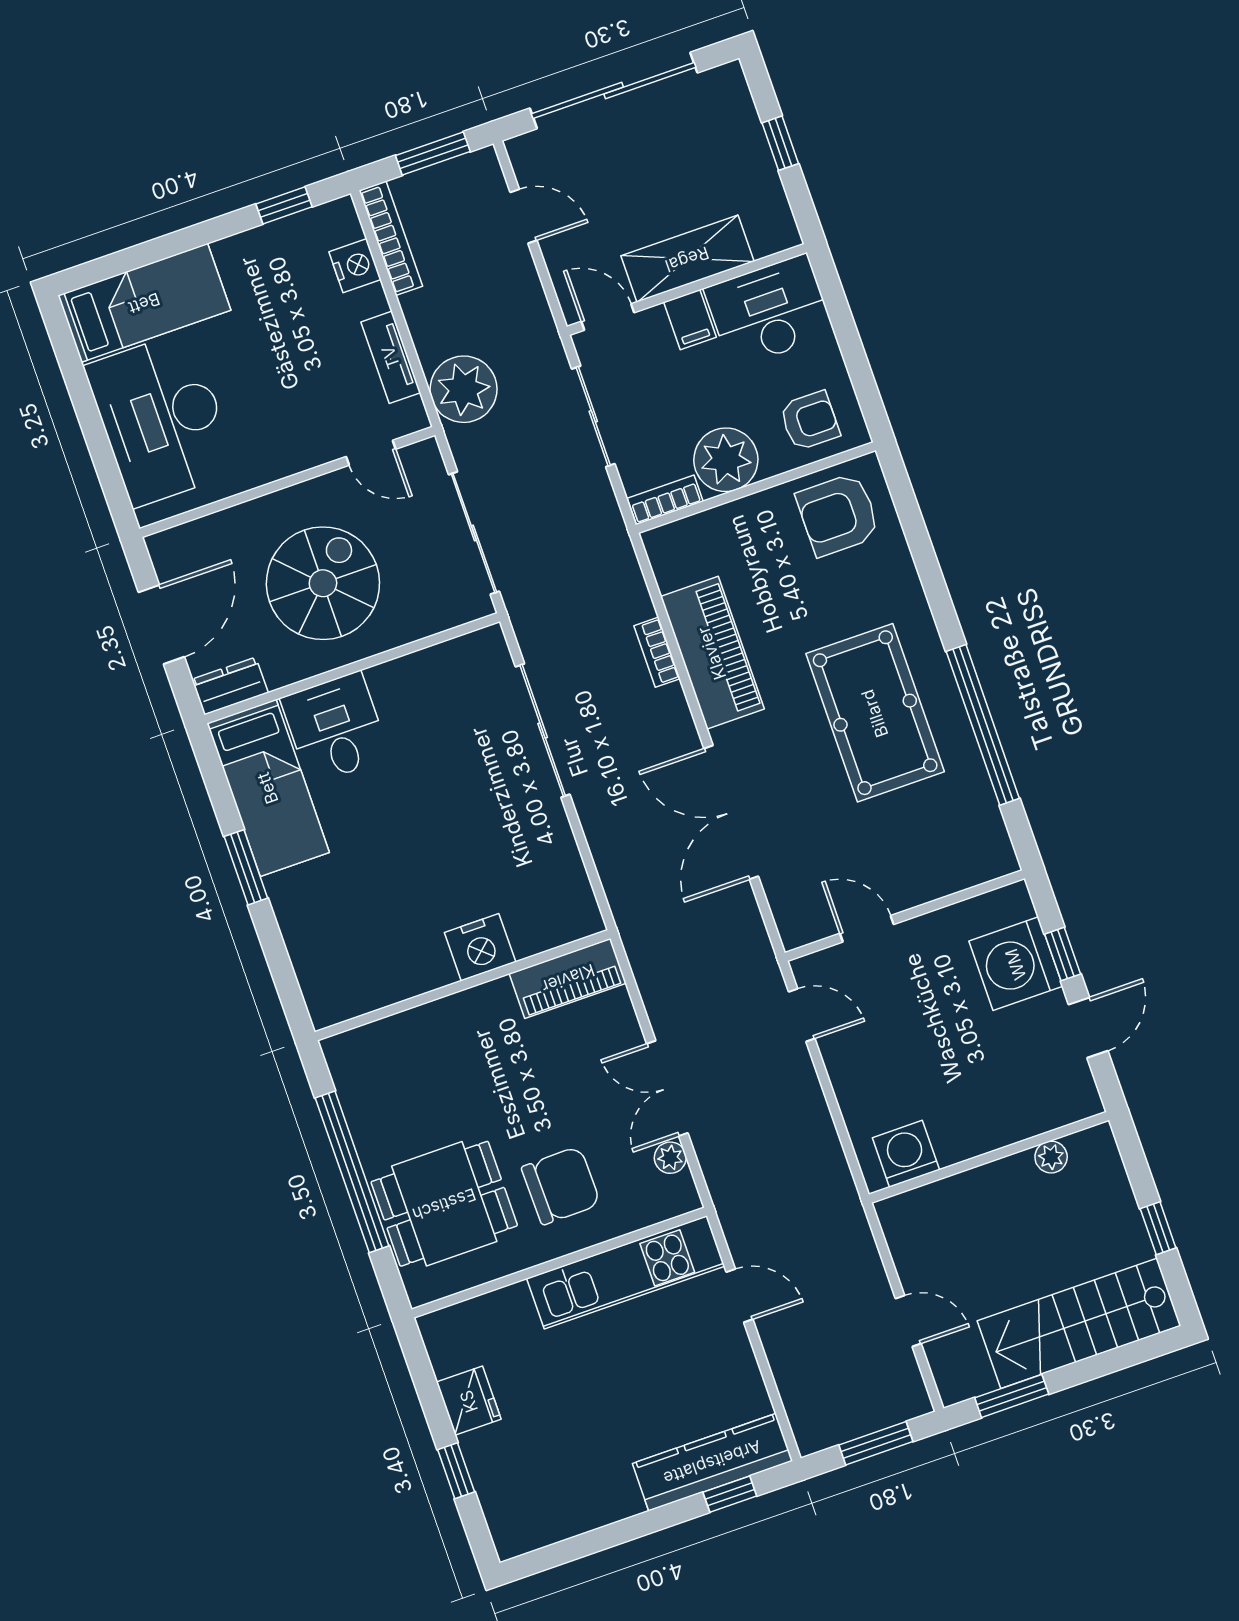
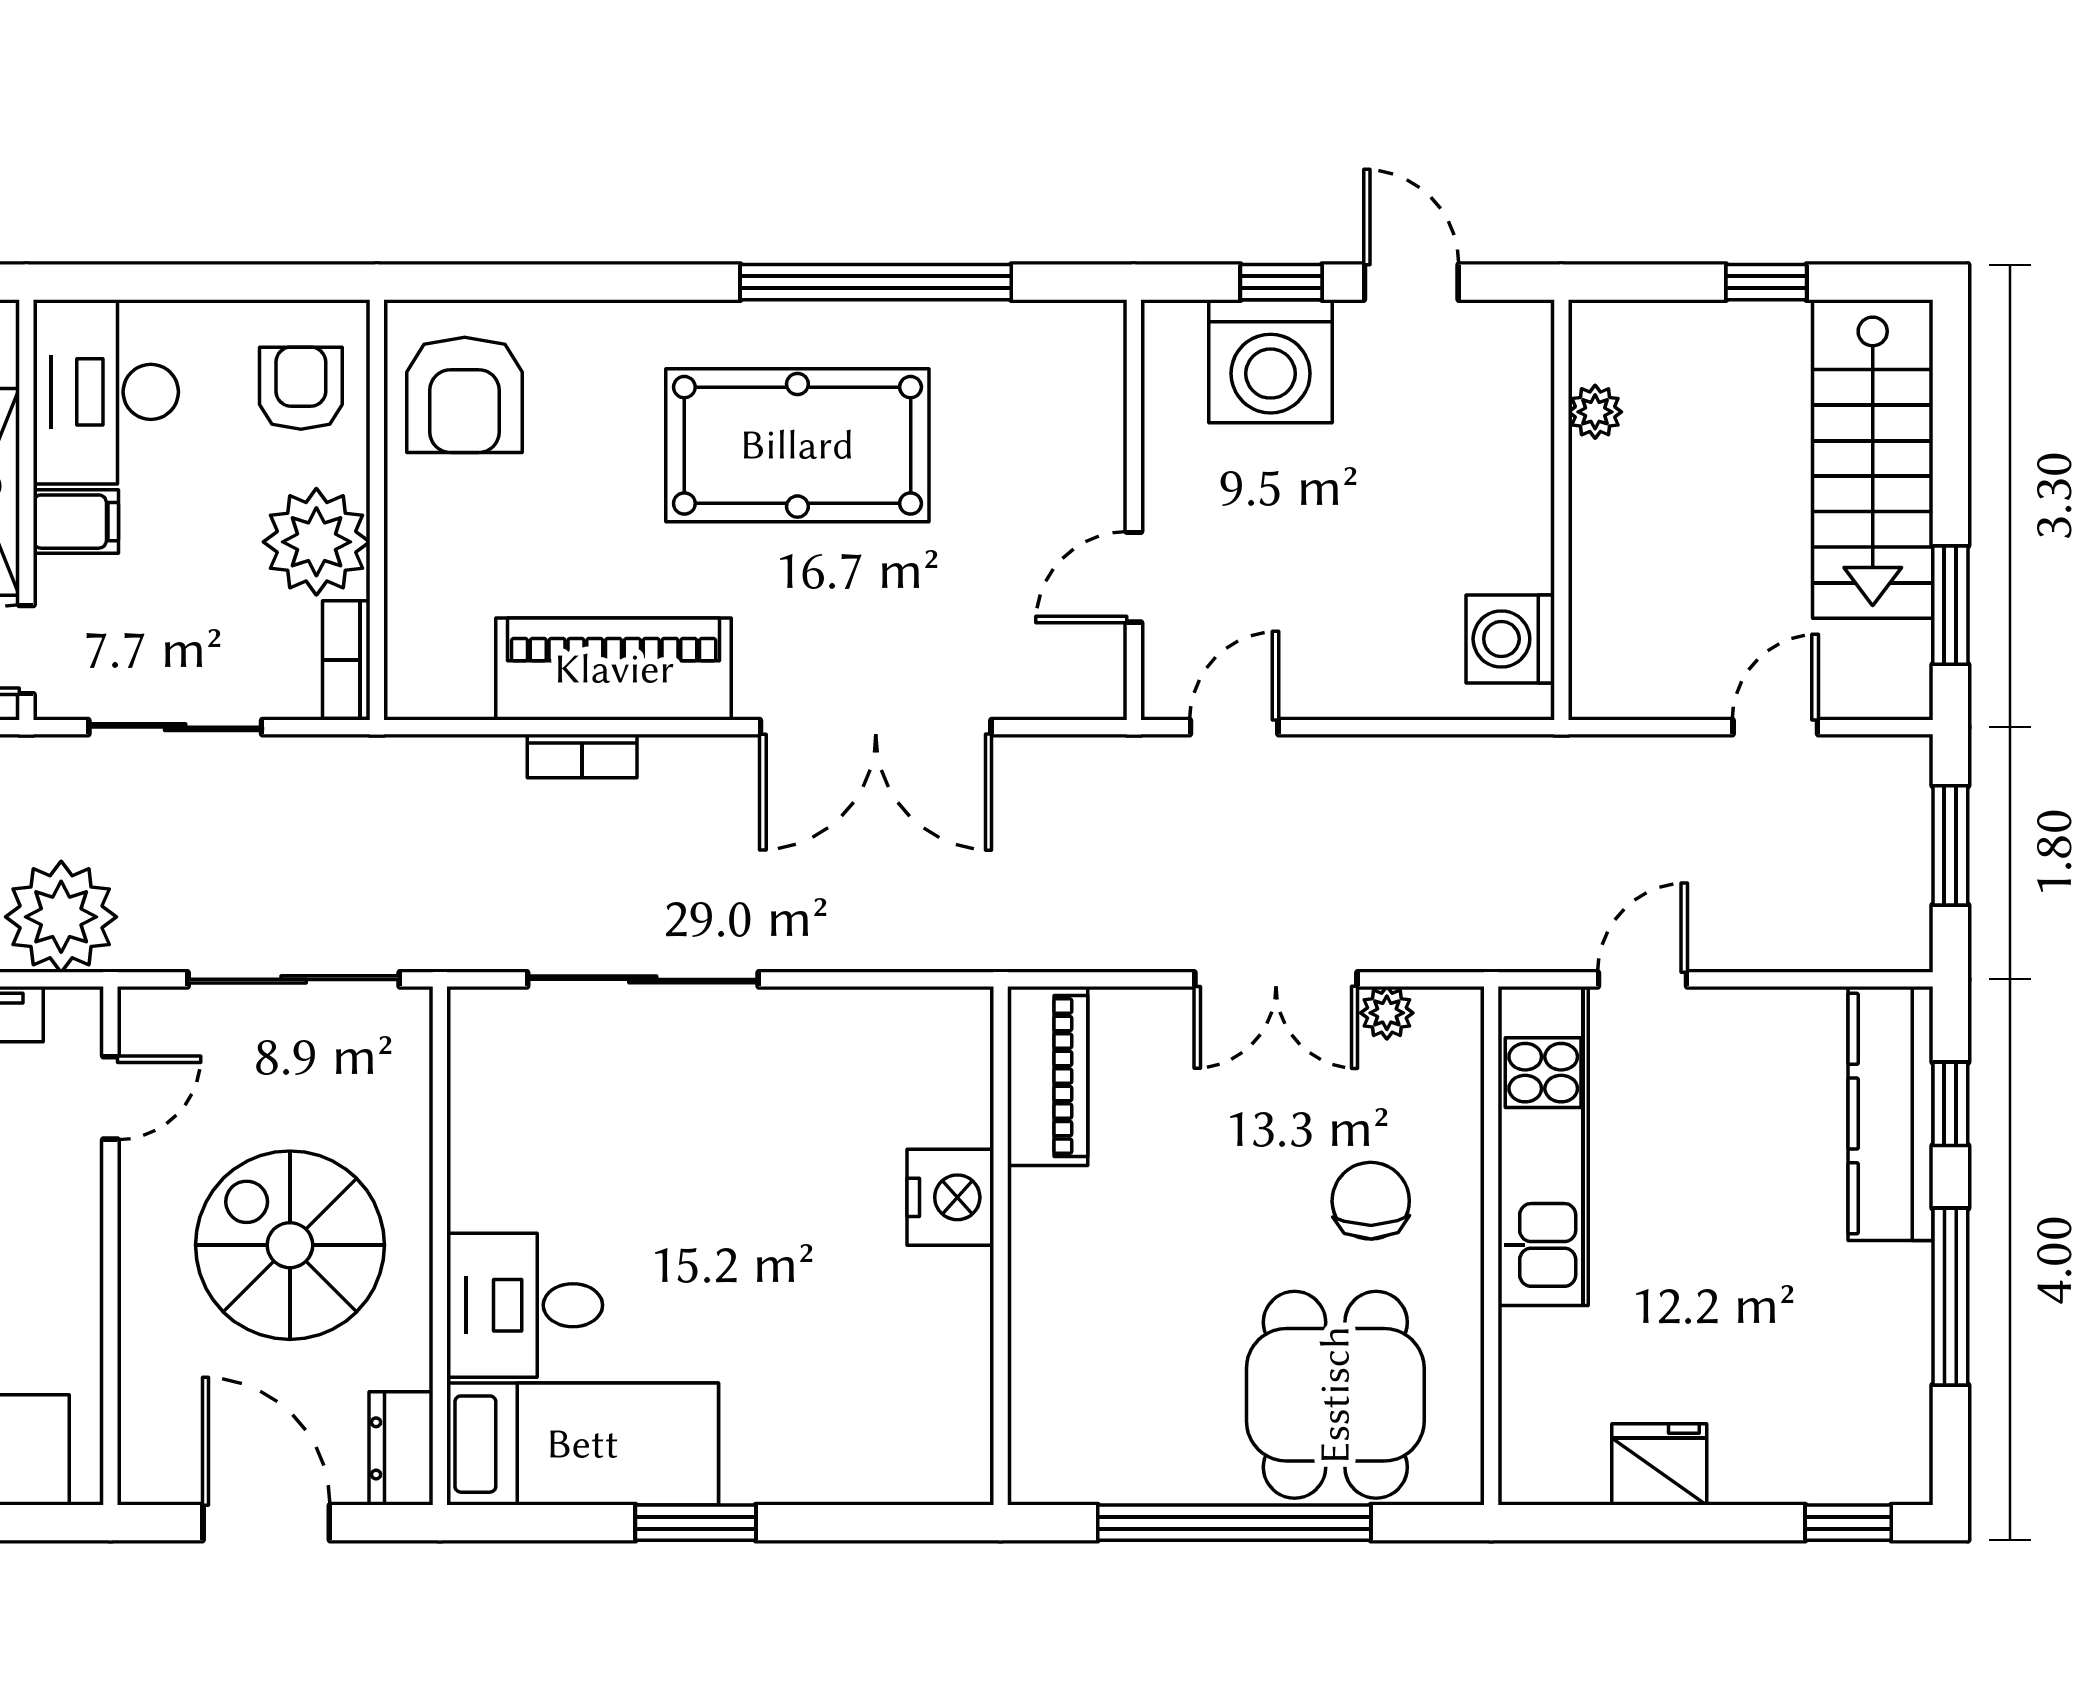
chair: (561, 1186) -> (1371, 1201), width x0.73, depth x0.73
window: (456, 1471) -> (1848, 1523), moved
window: (621, 1532) -> (1950, 1297), added

